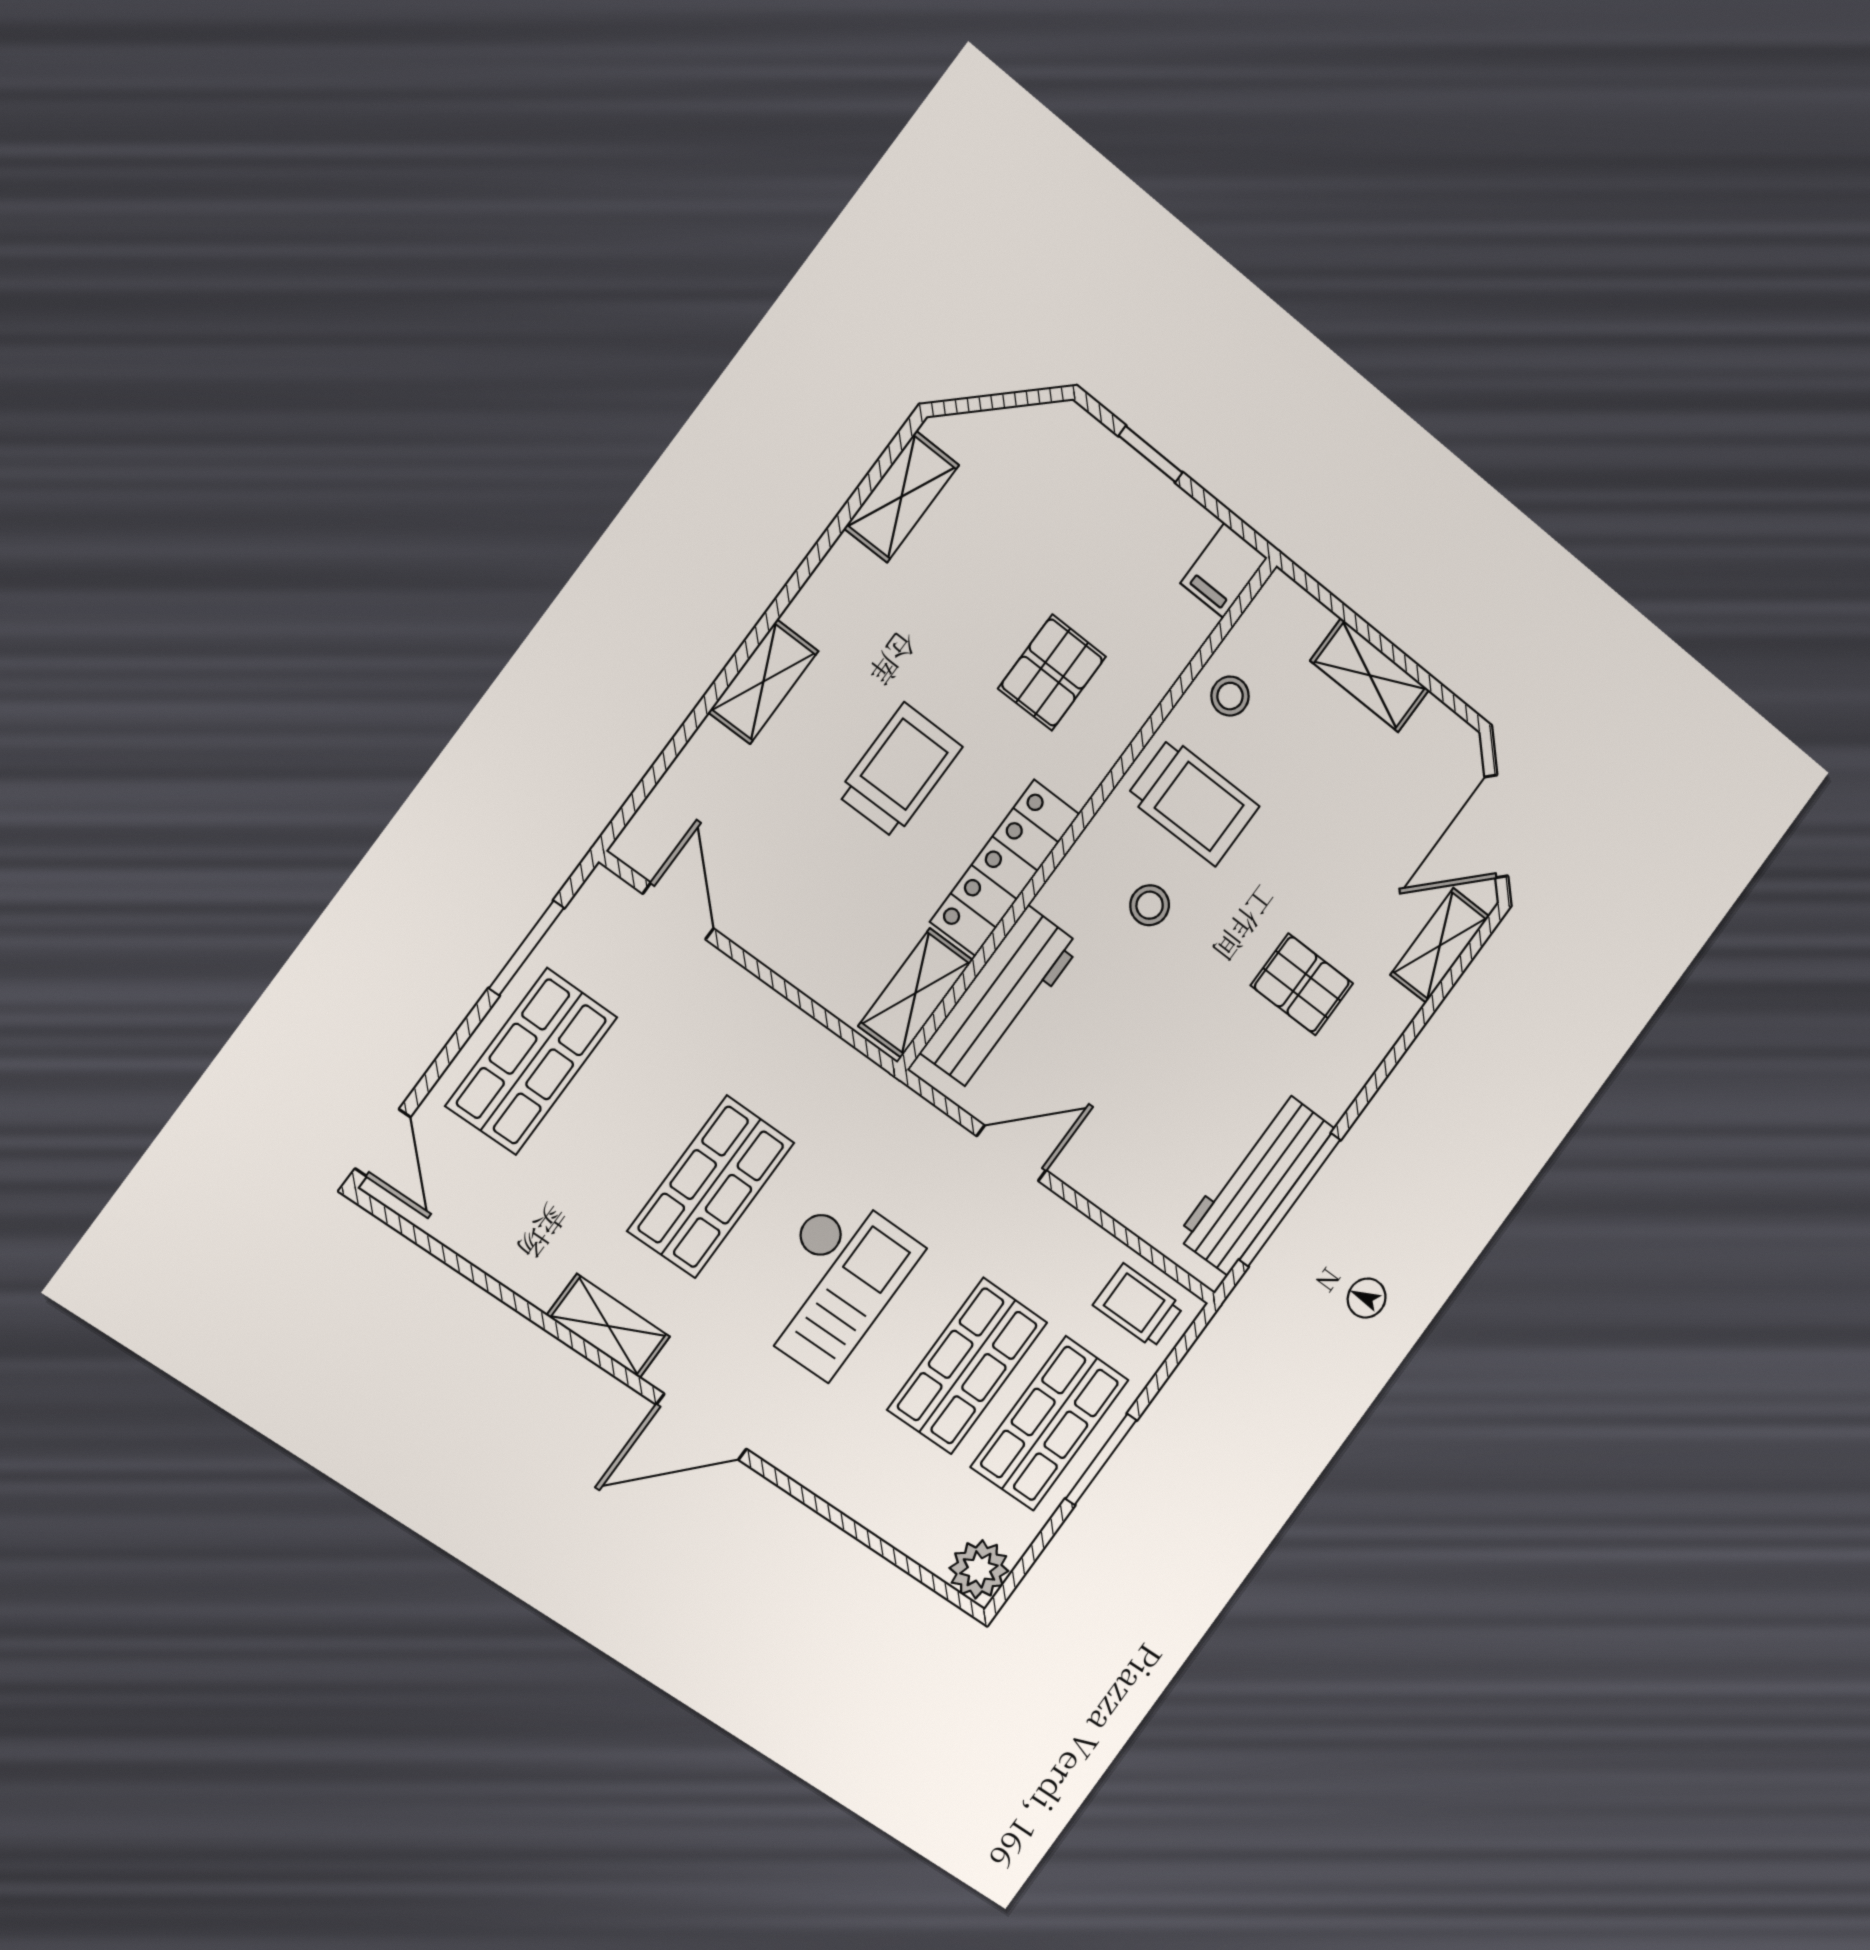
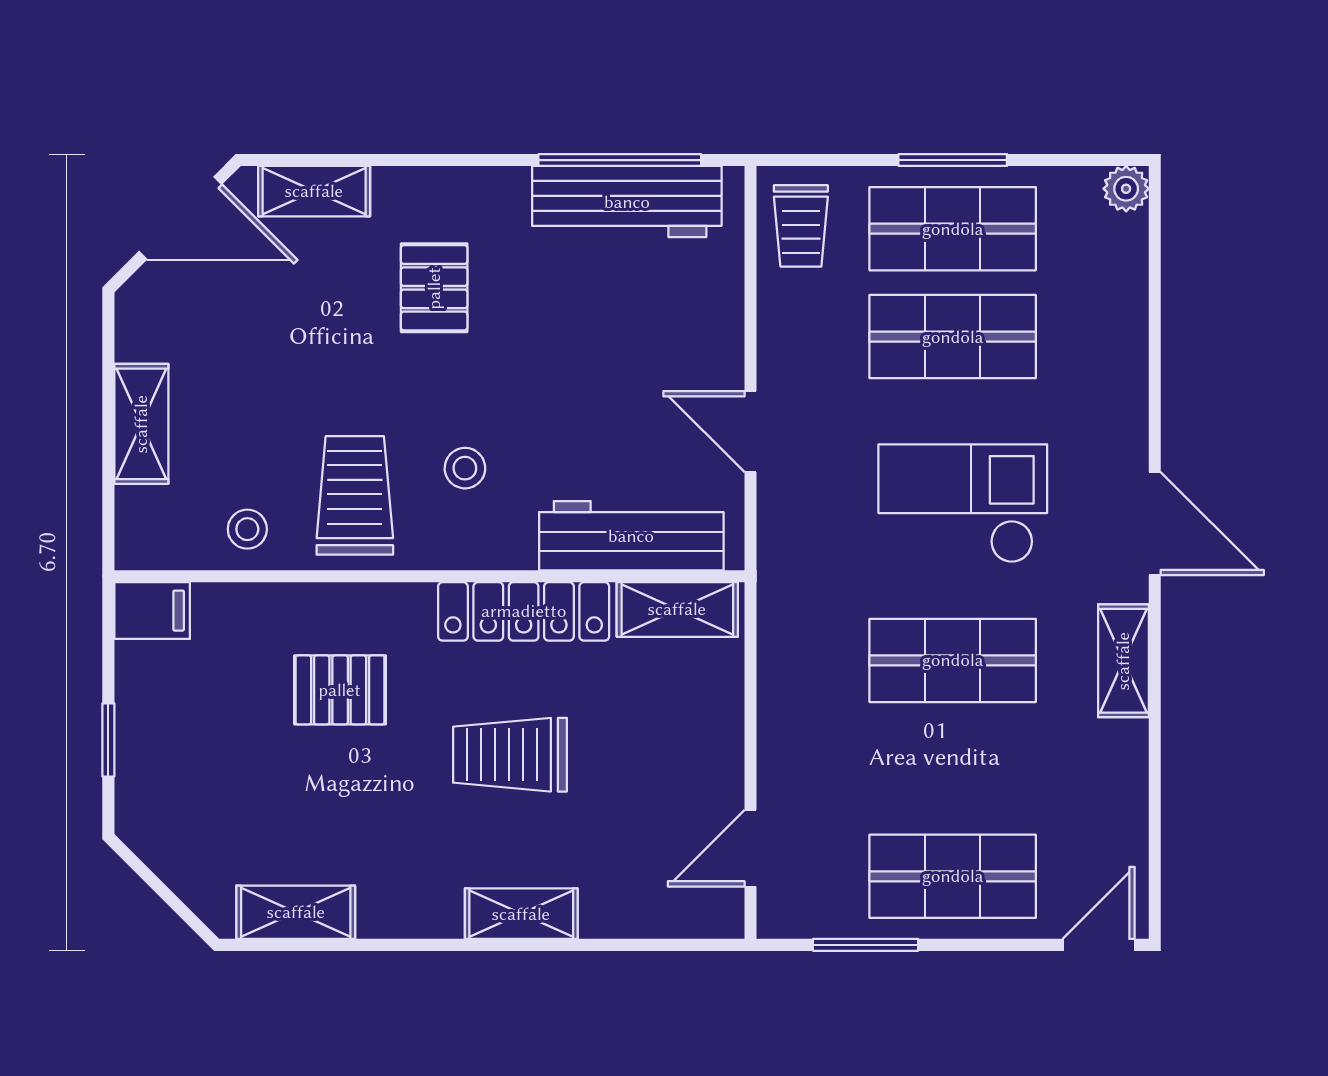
plant: (979, 1569) -> (1126, 189), width x0.73, depth x0.73

